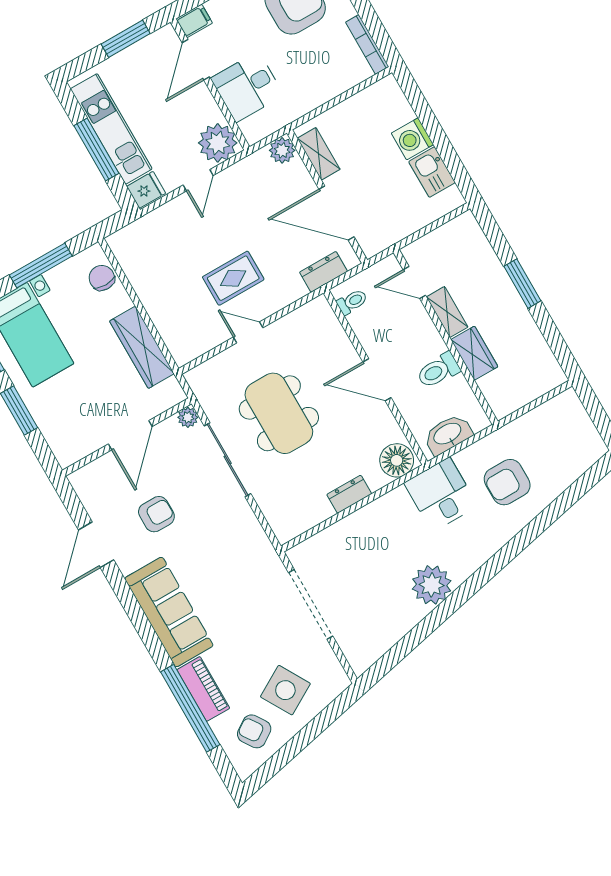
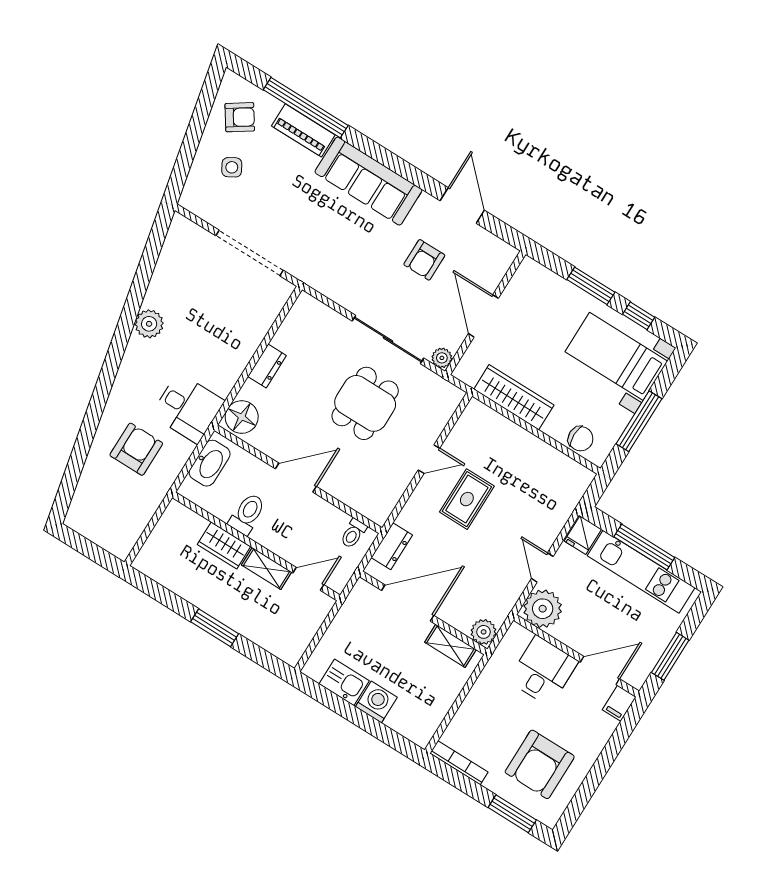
door: (196, 60) -> (600, 671), hinge flipped
dining table: (279, 413) -> (365, 403), width x0.73
plant: (432, 585) -> (149, 324), width x0.73, depth x0.73
side table: (285, 690) -> (232, 167), width x0.54, depth x0.54

